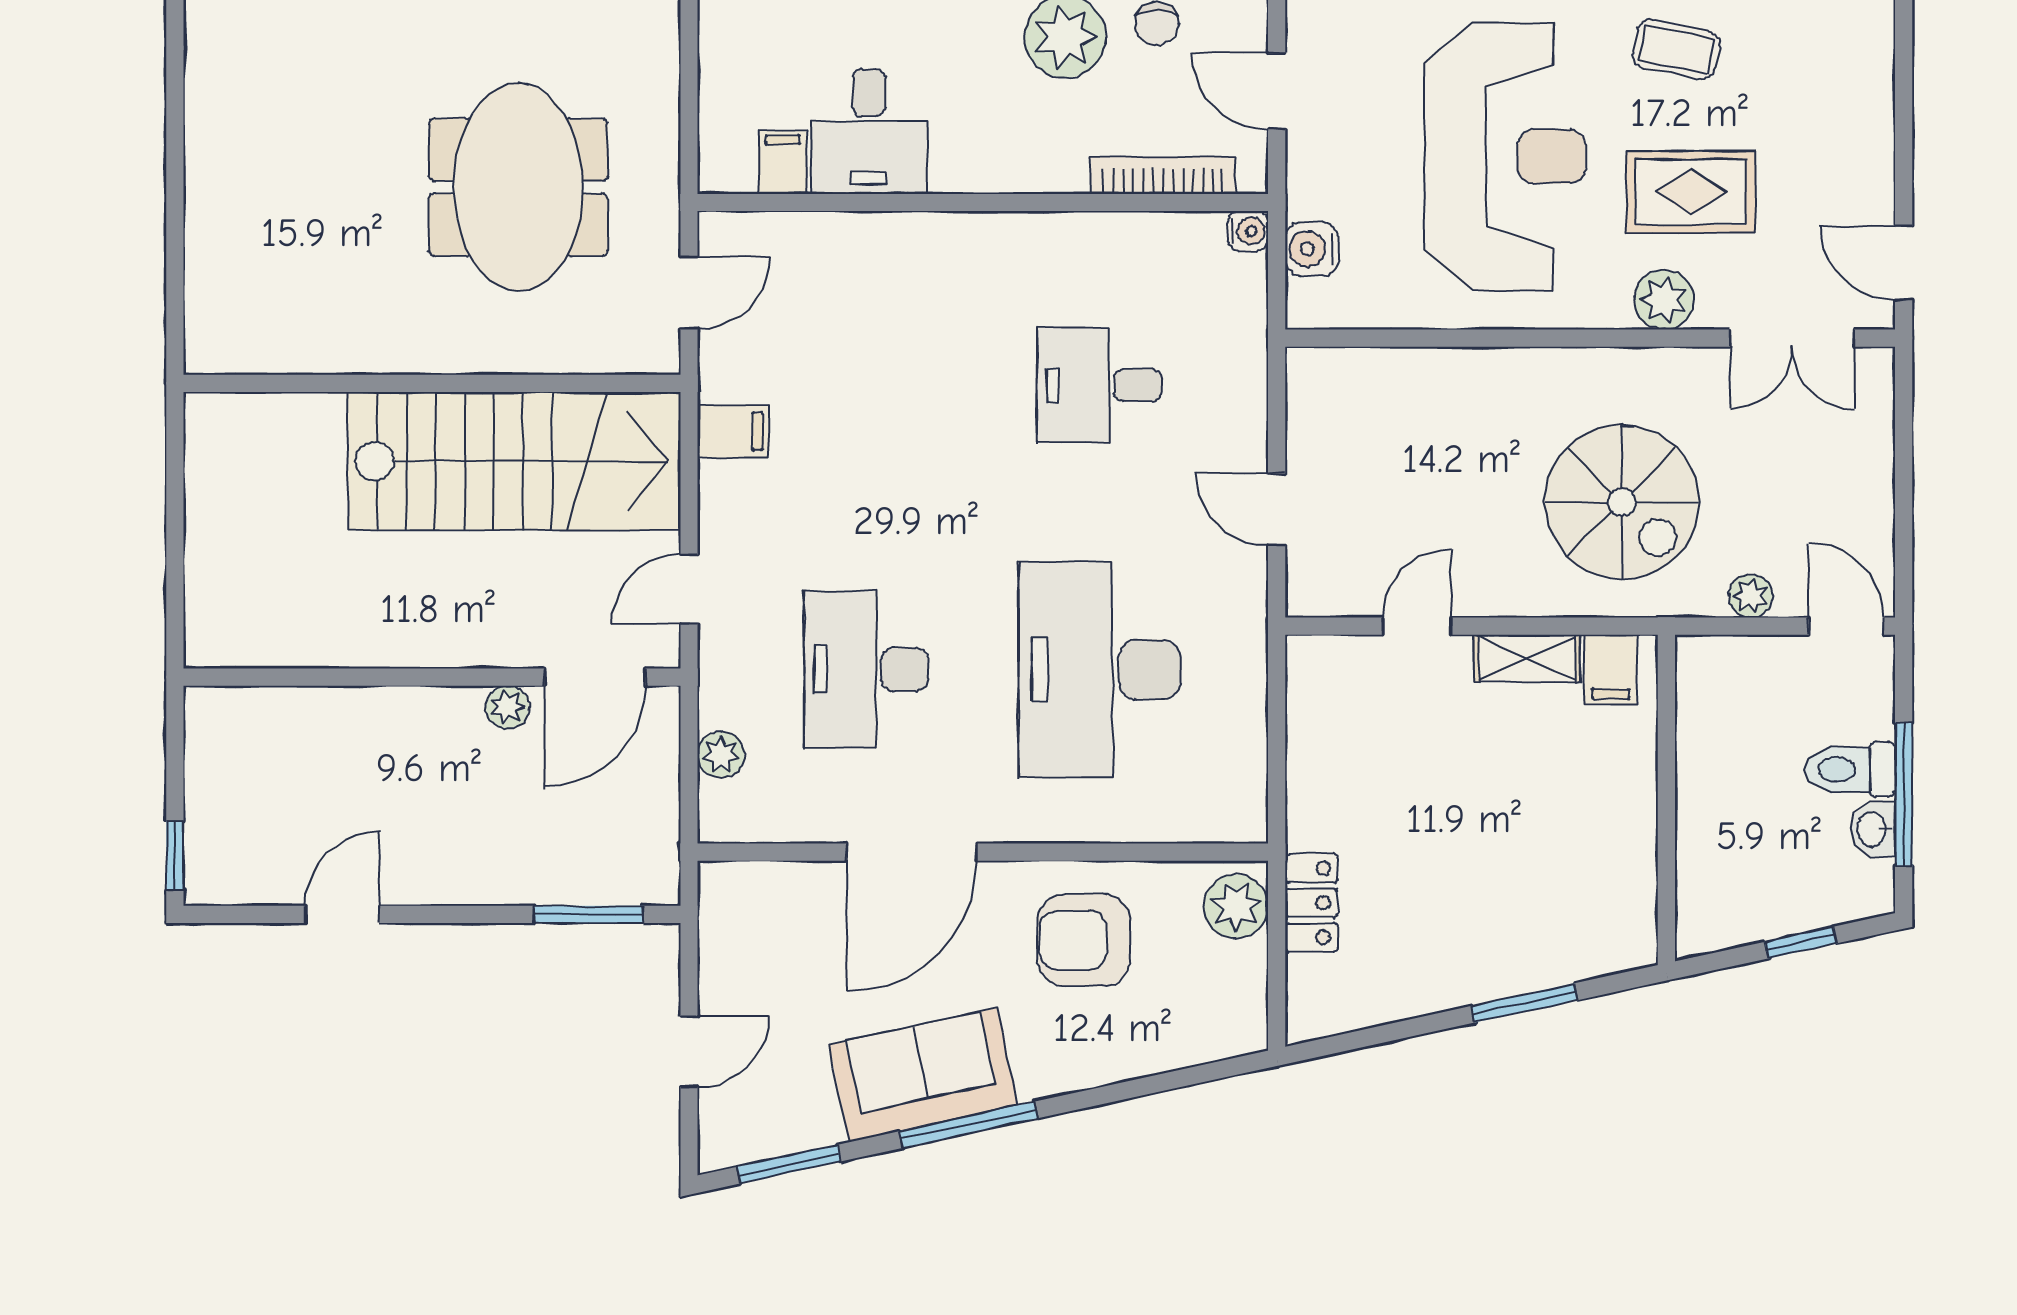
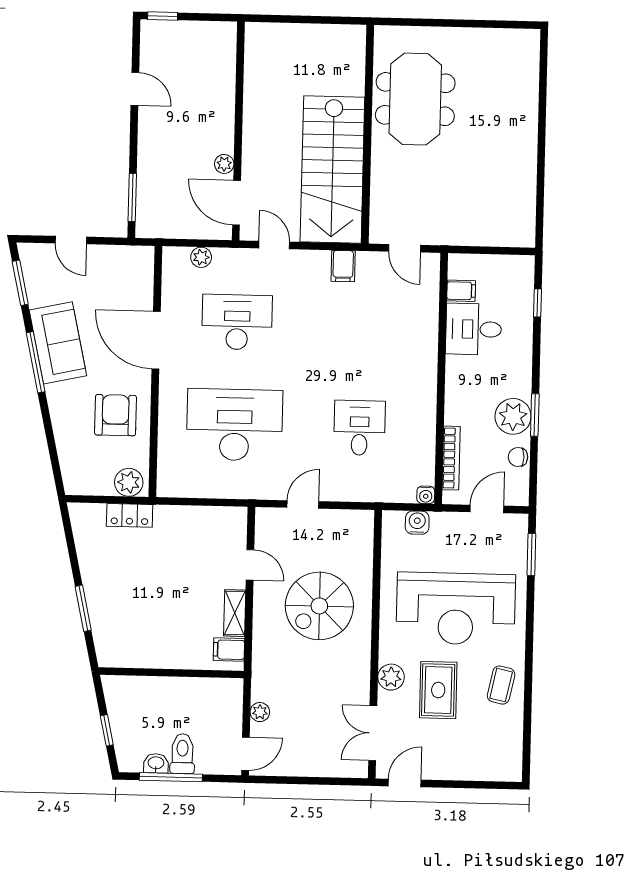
meeting table: (518, 187) -> (415, 99), moved, turned 90
spiral stairs: (1622, 502) -> (319, 606), moved

